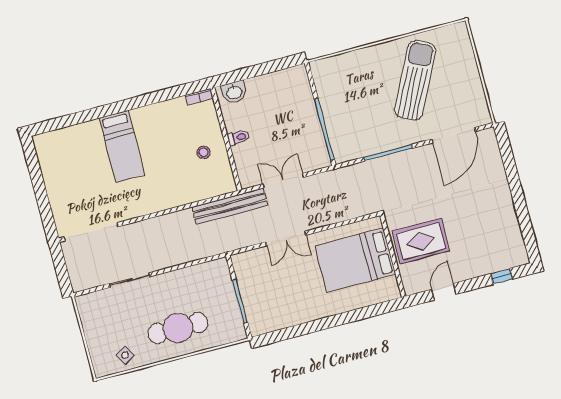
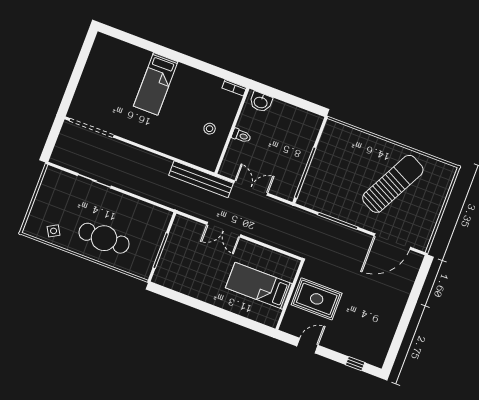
bed: (355, 260) -> (259, 286), width x0.67

